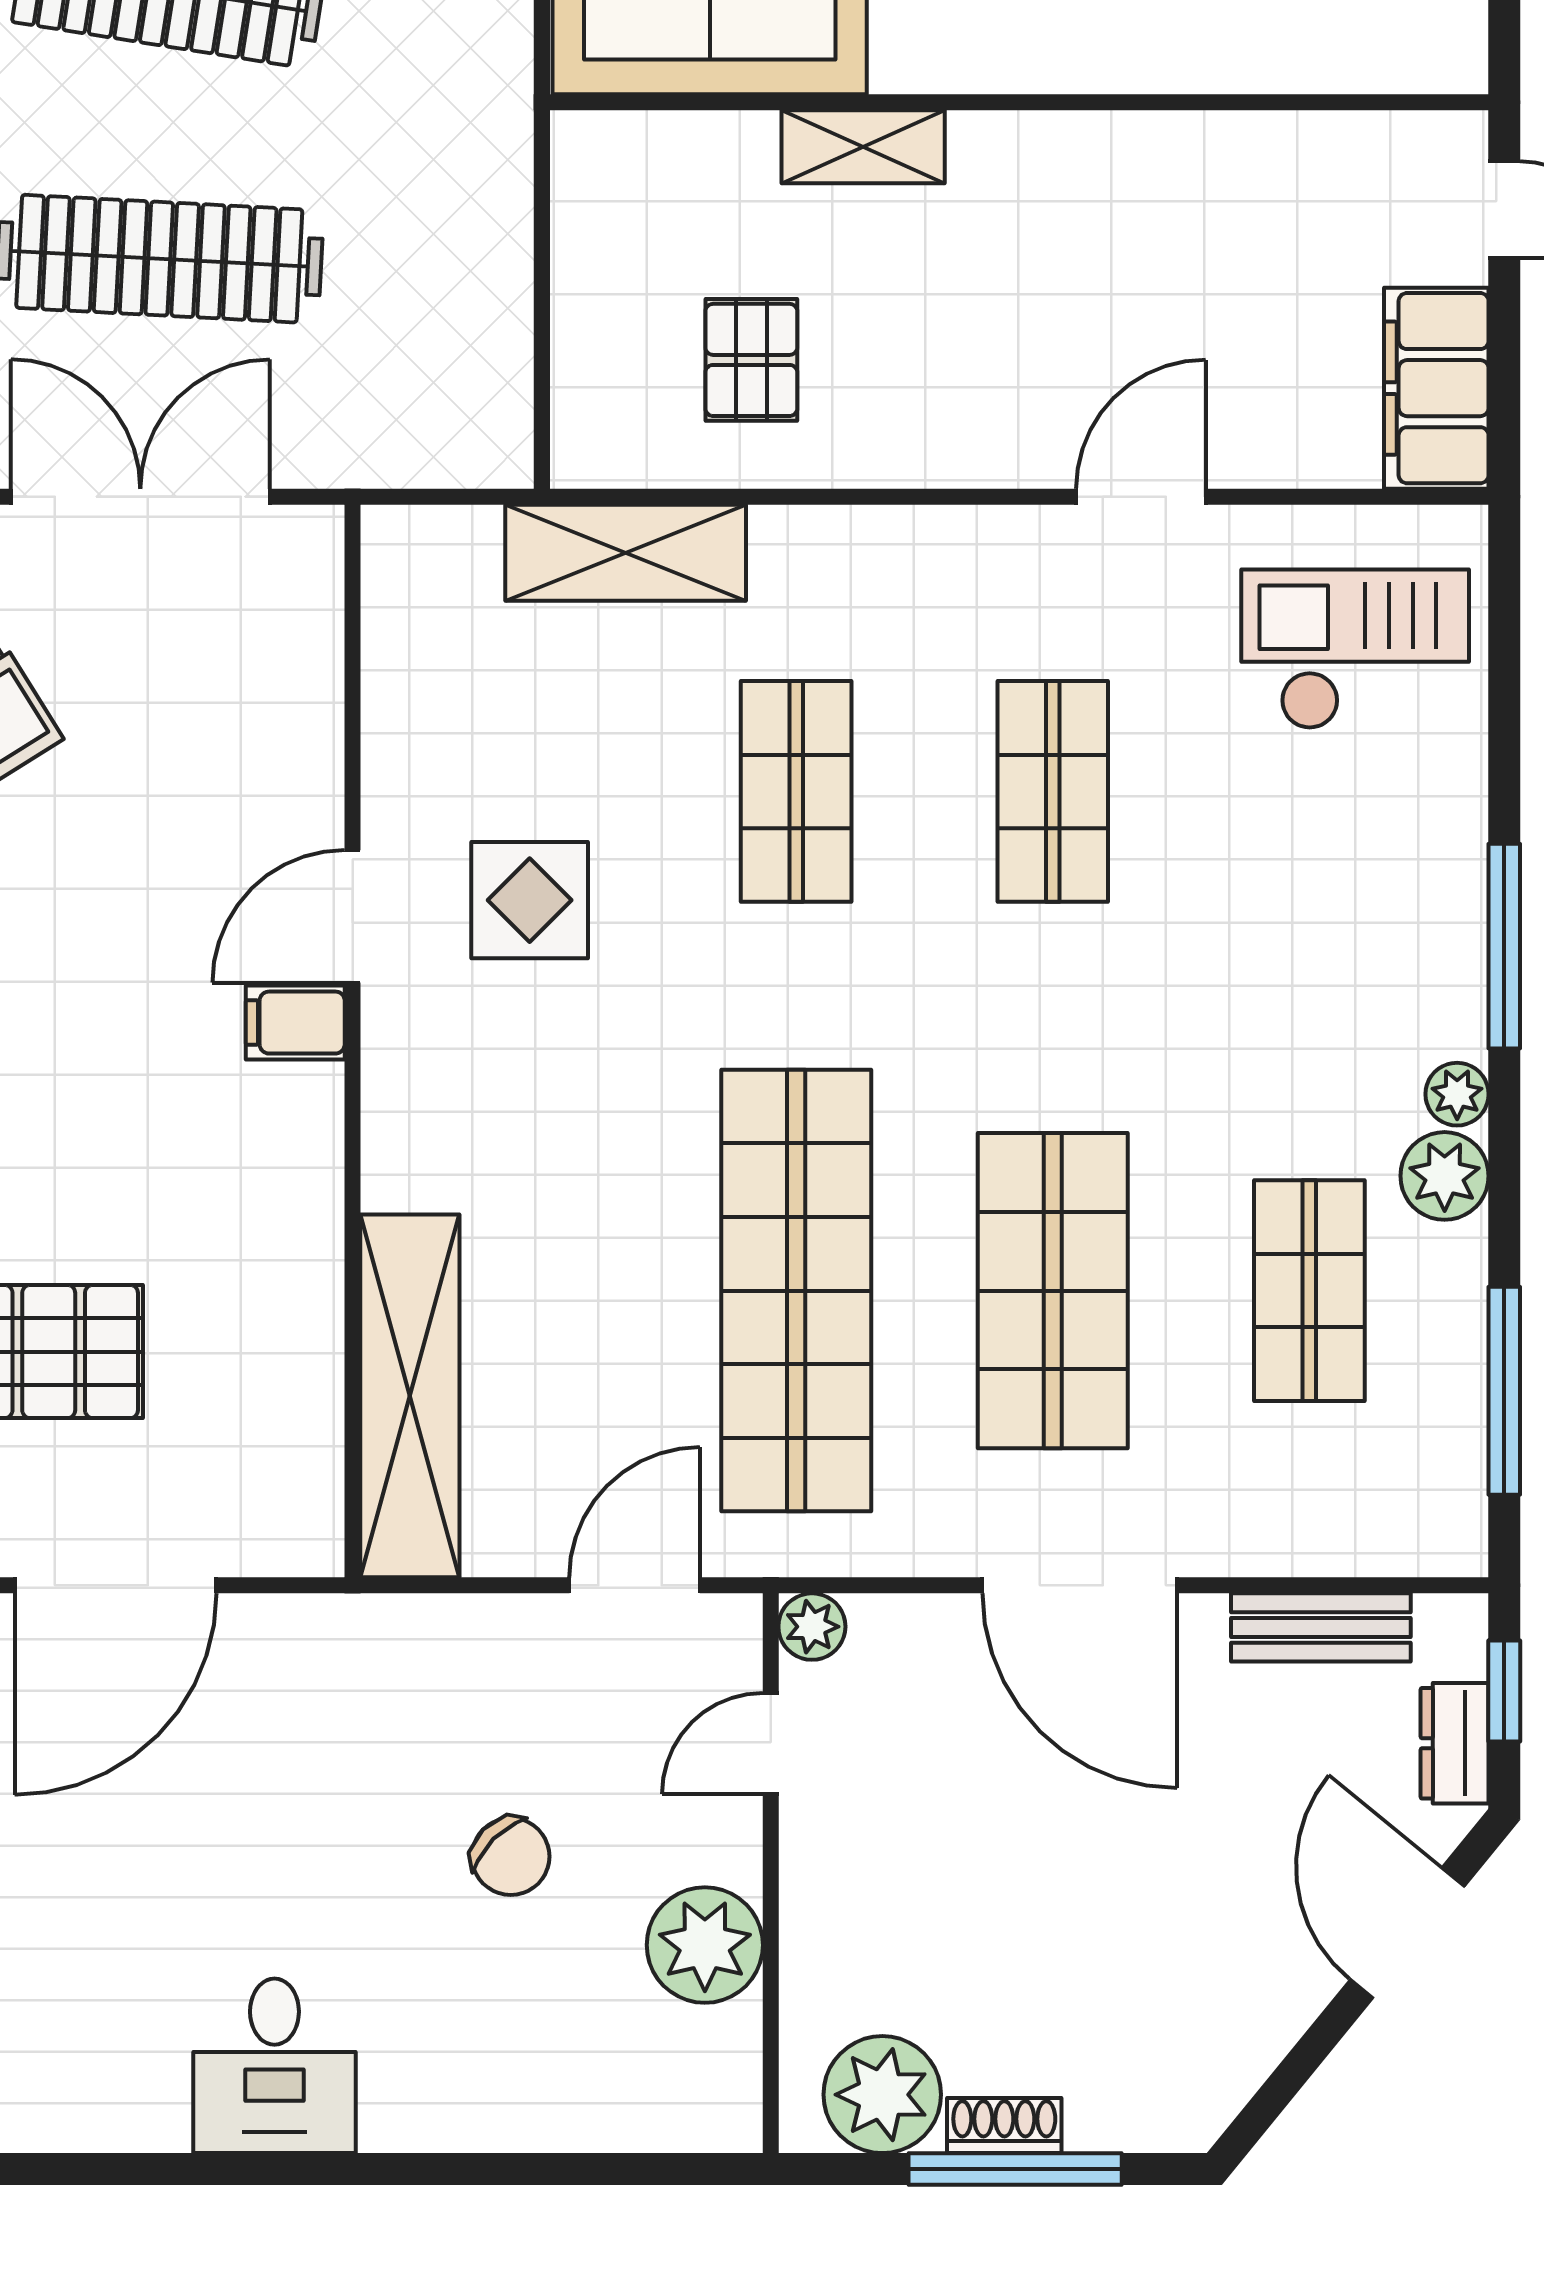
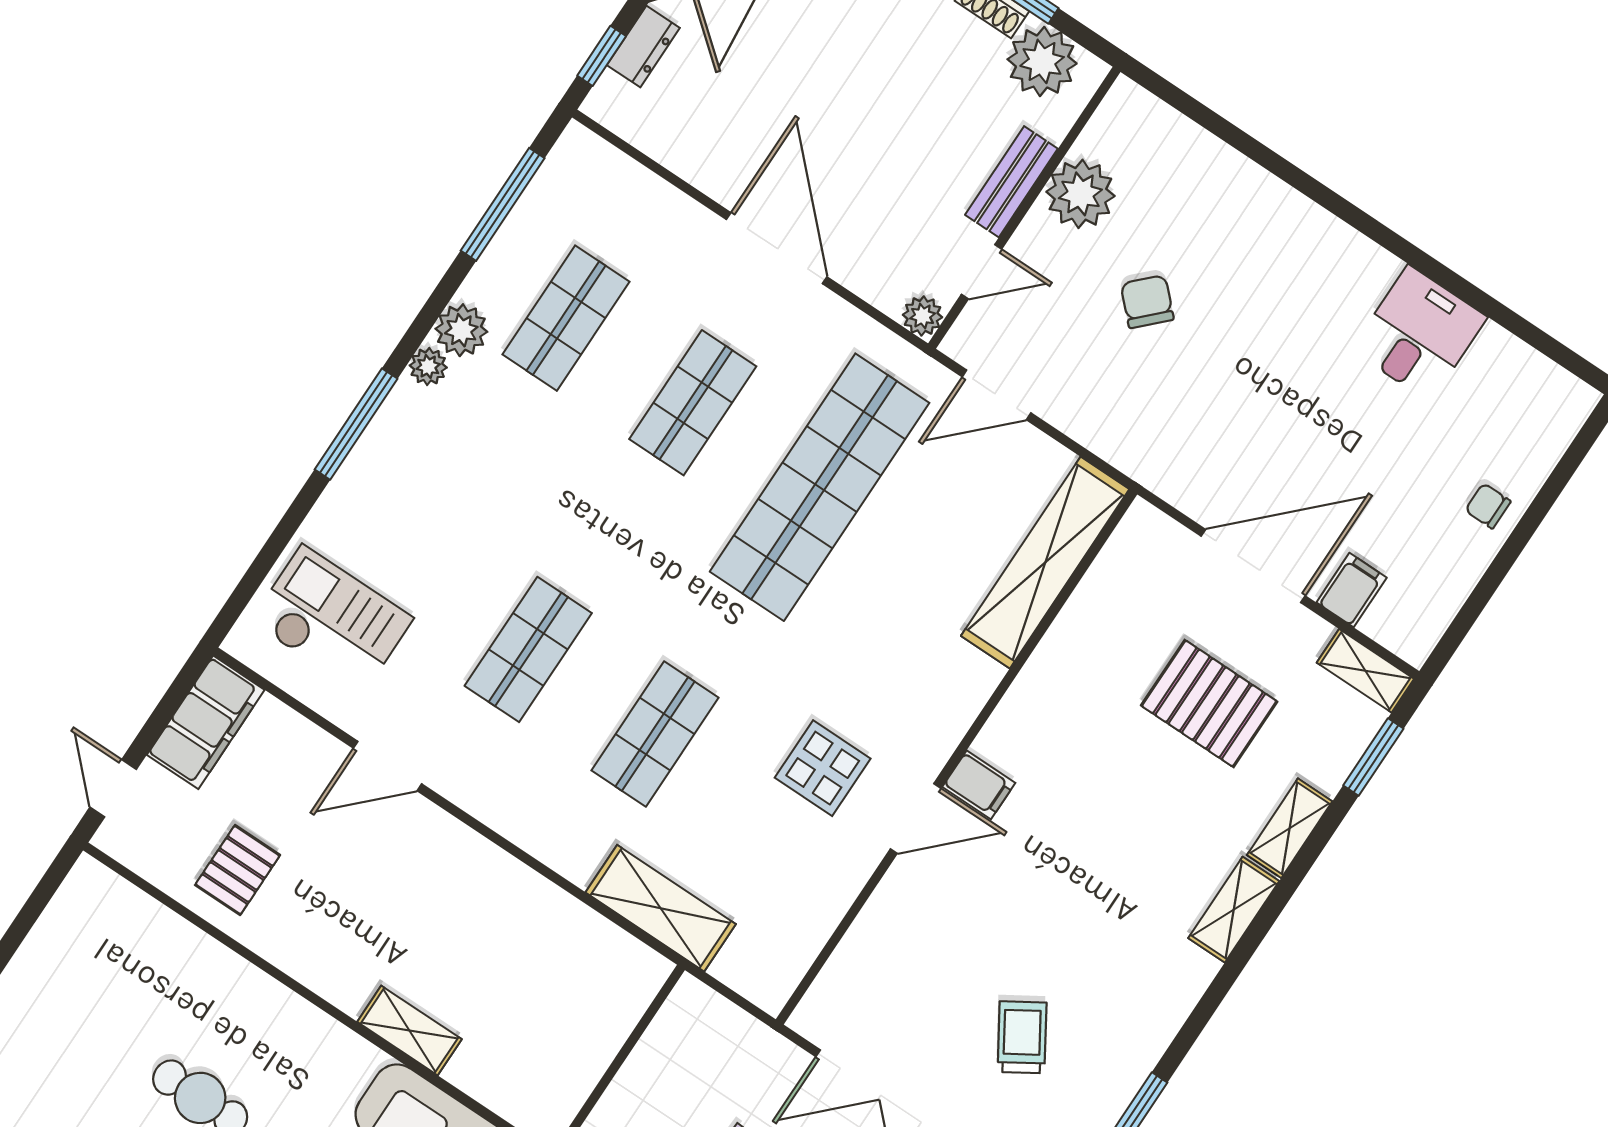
pallet: (751, 360) -> (238, 870), moved
checkout: (1355, 649) -> (332, 620), turned 180
shop shelf: (1053, 1291) -> (693, 403), width x0.70, depth x0.74
bench: (1321, 1627) -> (1011, 182), moved, turned 90
desk: (274, 2066) -> (1419, 333), moved

